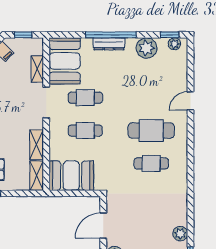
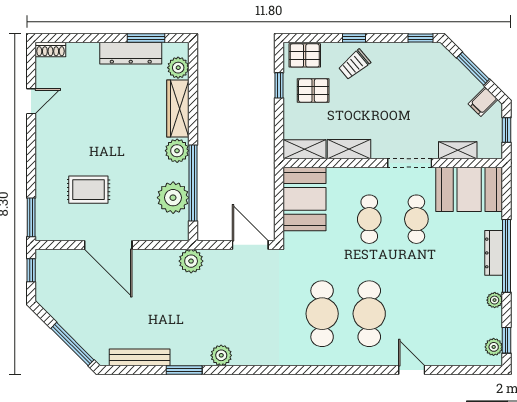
plant: (147, 48) -> (495, 300), width x0.53, depth x0.53
cafe table: (151, 163) -> (322, 314), width x1.37, depth x1.35
door: (103, 226) -> (250, 245), moved

